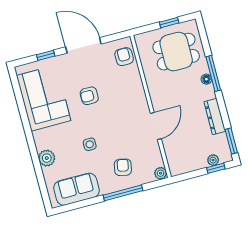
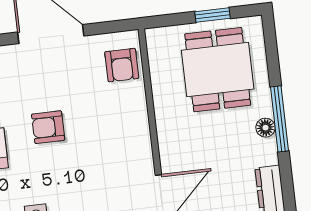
dining table: (176, 52) -> (218, 70), turned 90
armchair: (124, 57) -> (122, 65), turned 180

